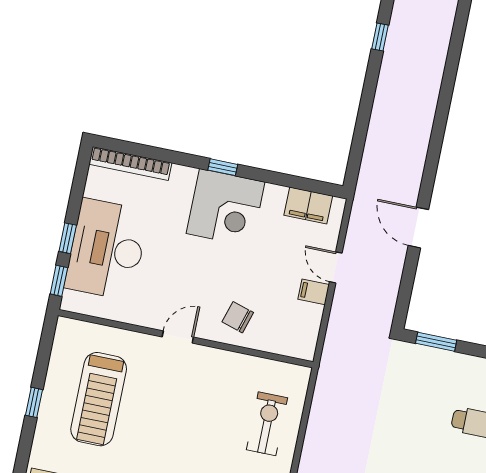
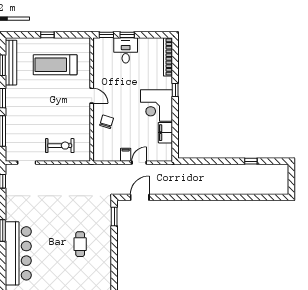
window: (223, 167) -> (175, 90), moved
filing cabinet: (308, 206) -> (165, 133), moved
door: (418, 228) -> (140, 197), moved
desk: (107, 249) -> (126, 50), width x0.53, depth x0.77

